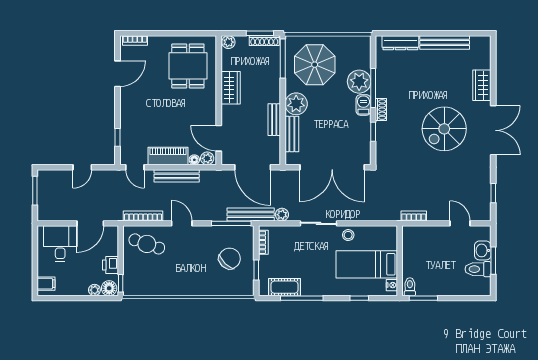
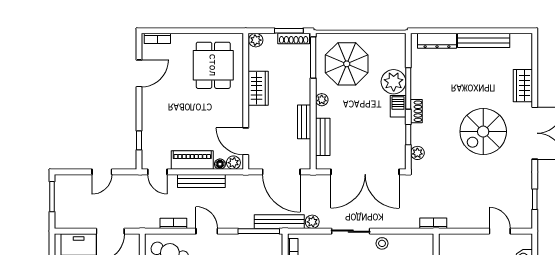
plant: (296, 104) -> (322, 100), width x0.53, depth x0.53
plant: (382, 149) -> (417, 153), added
bookcase: (143, 216) -> (173, 223), width x0.64
bookcase: (414, 216) -> (433, 223), moved

